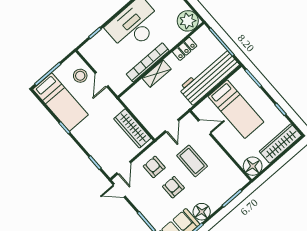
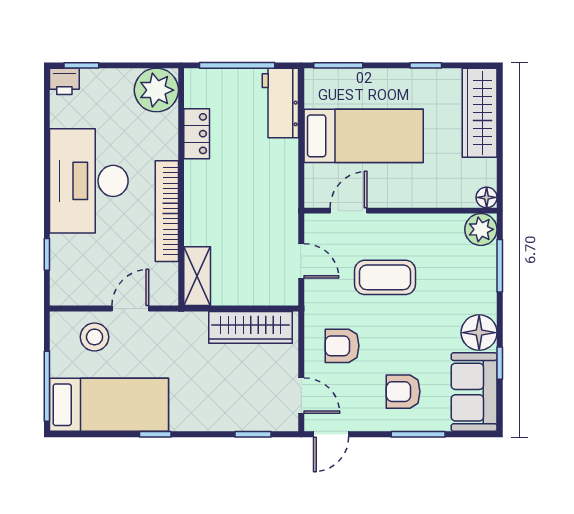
shelving: (157, 74) -> (197, 276), moved
workbench: (209, 77) -> (280, 103), width x0.53, depth x0.76
door: (102, 80) -> (130, 308), swing flipped
floor lamp: (253, 166) -> (487, 197), width x0.53, depth x0.53
plant: (239, 180) -> (481, 229), added
armchair: (173, 187) -> (403, 392), moved

